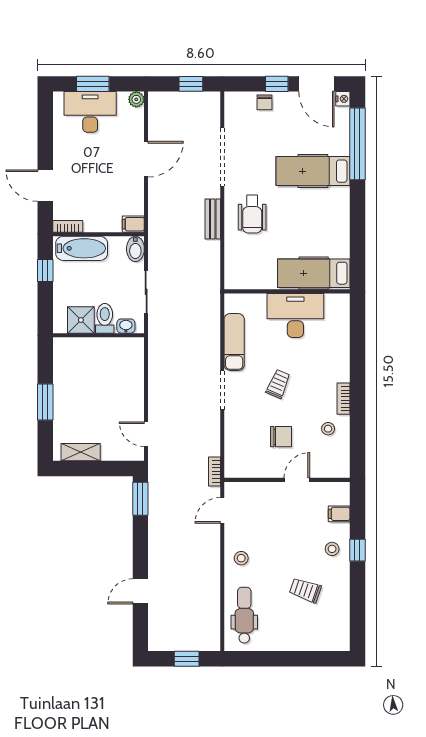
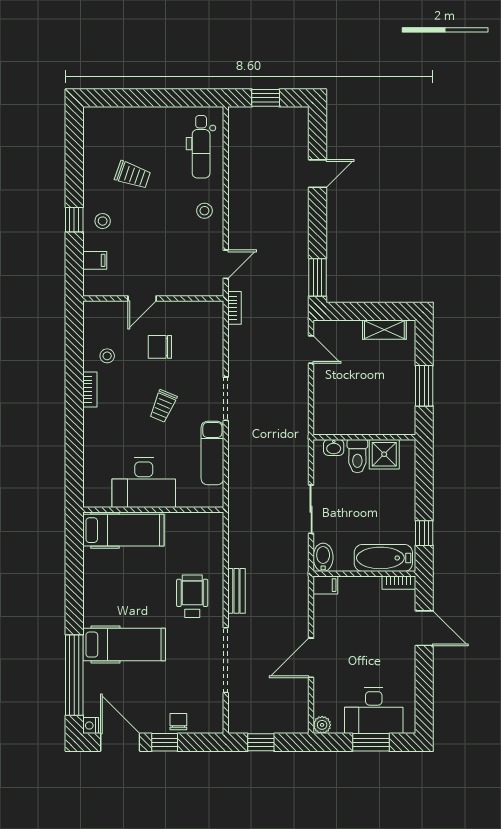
toilet: (105, 318) -> (357, 456), moved
shower: (81, 320) -> (384, 454), moved
washbasin: (126, 326) -> (334, 447), moved
wall: (99, 335) -> (364, 437), moved

